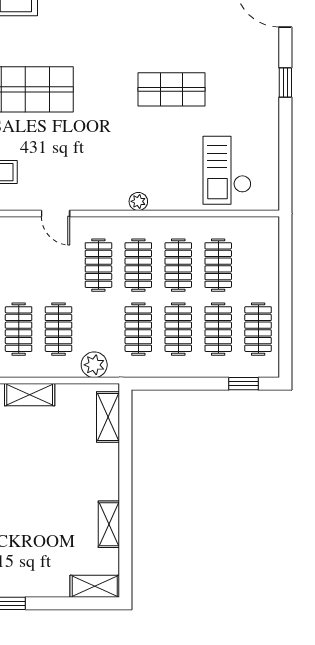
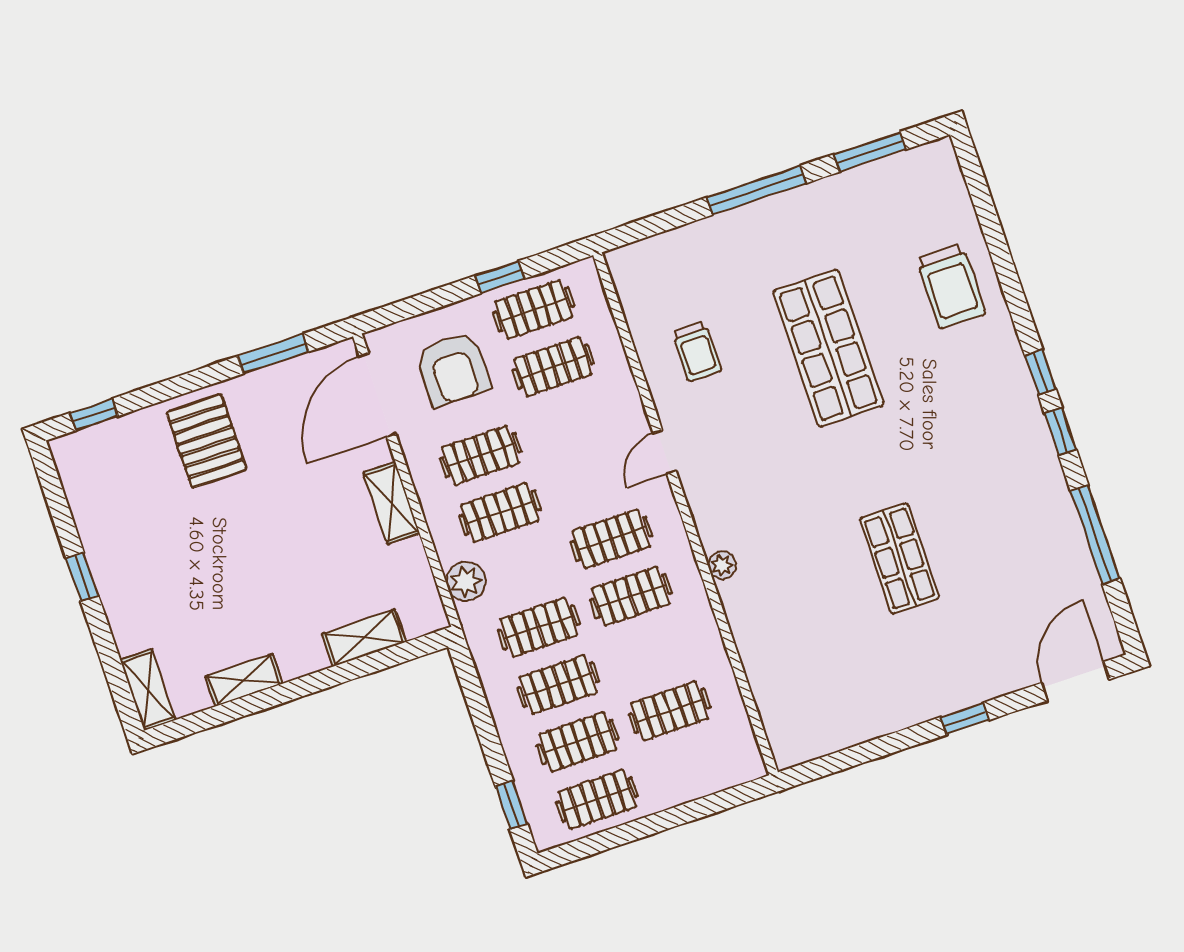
checkout: (227, 170) -> (810, 678), removed
clothes rail: (178, 265) -> (650, 654), removed
shelving: (108, 417) -> (364, 638), moved

